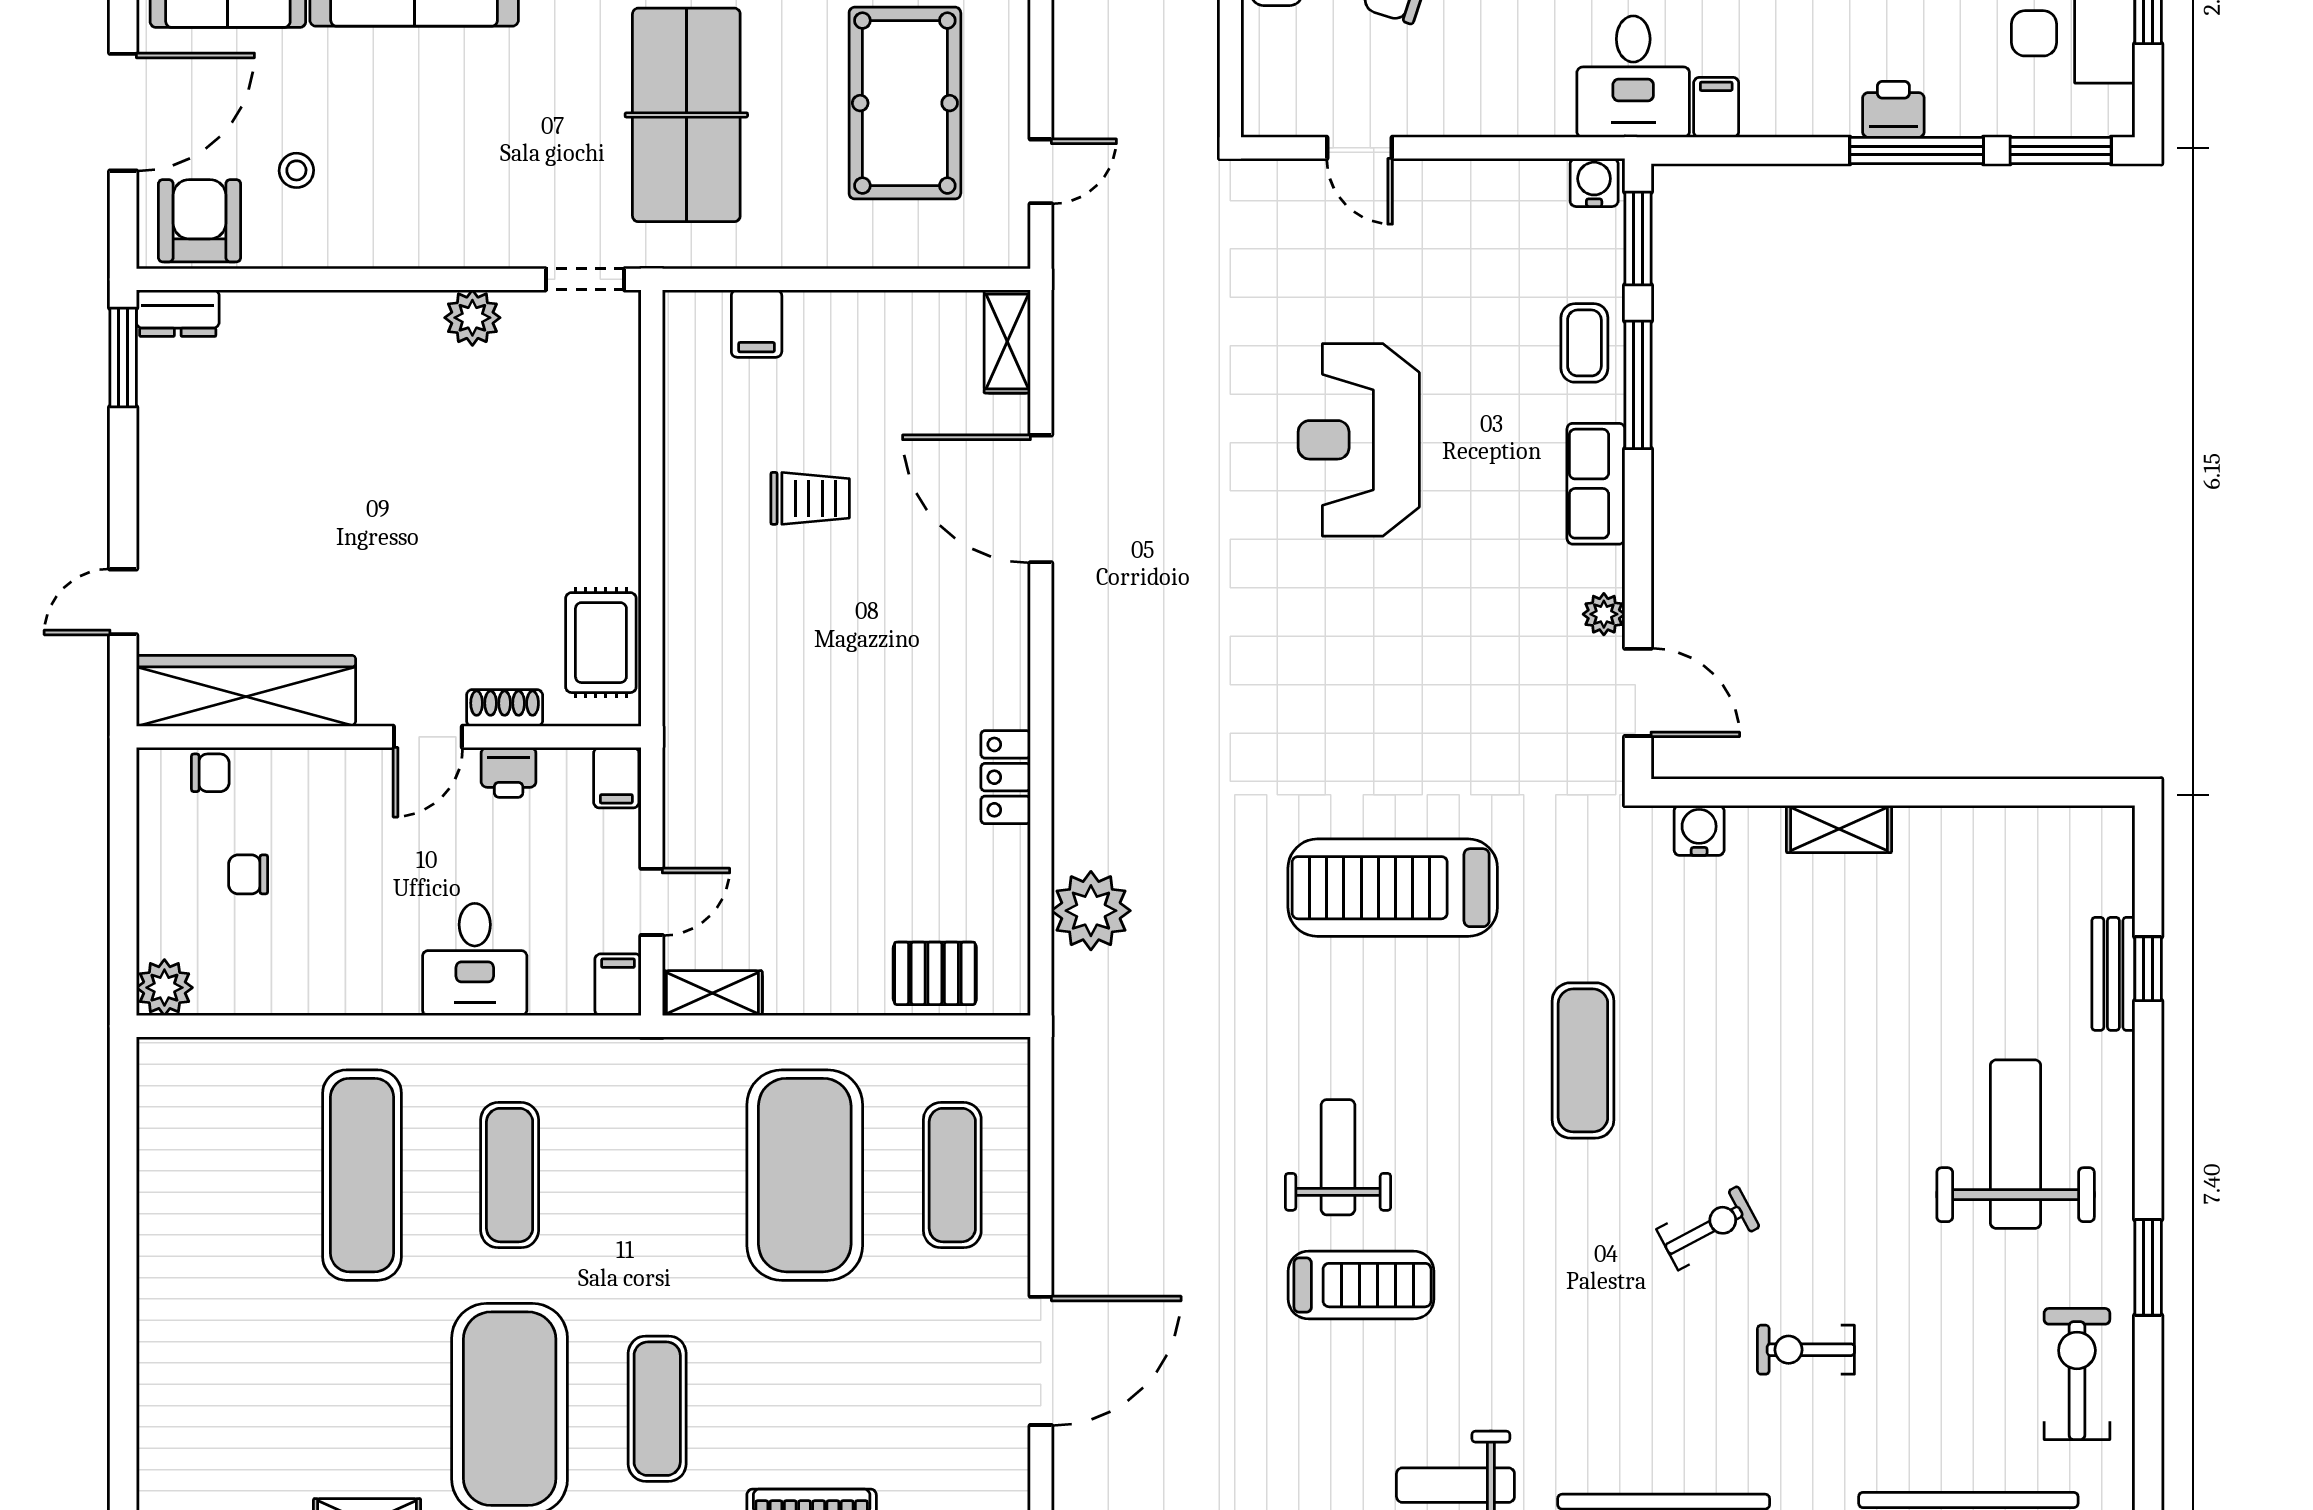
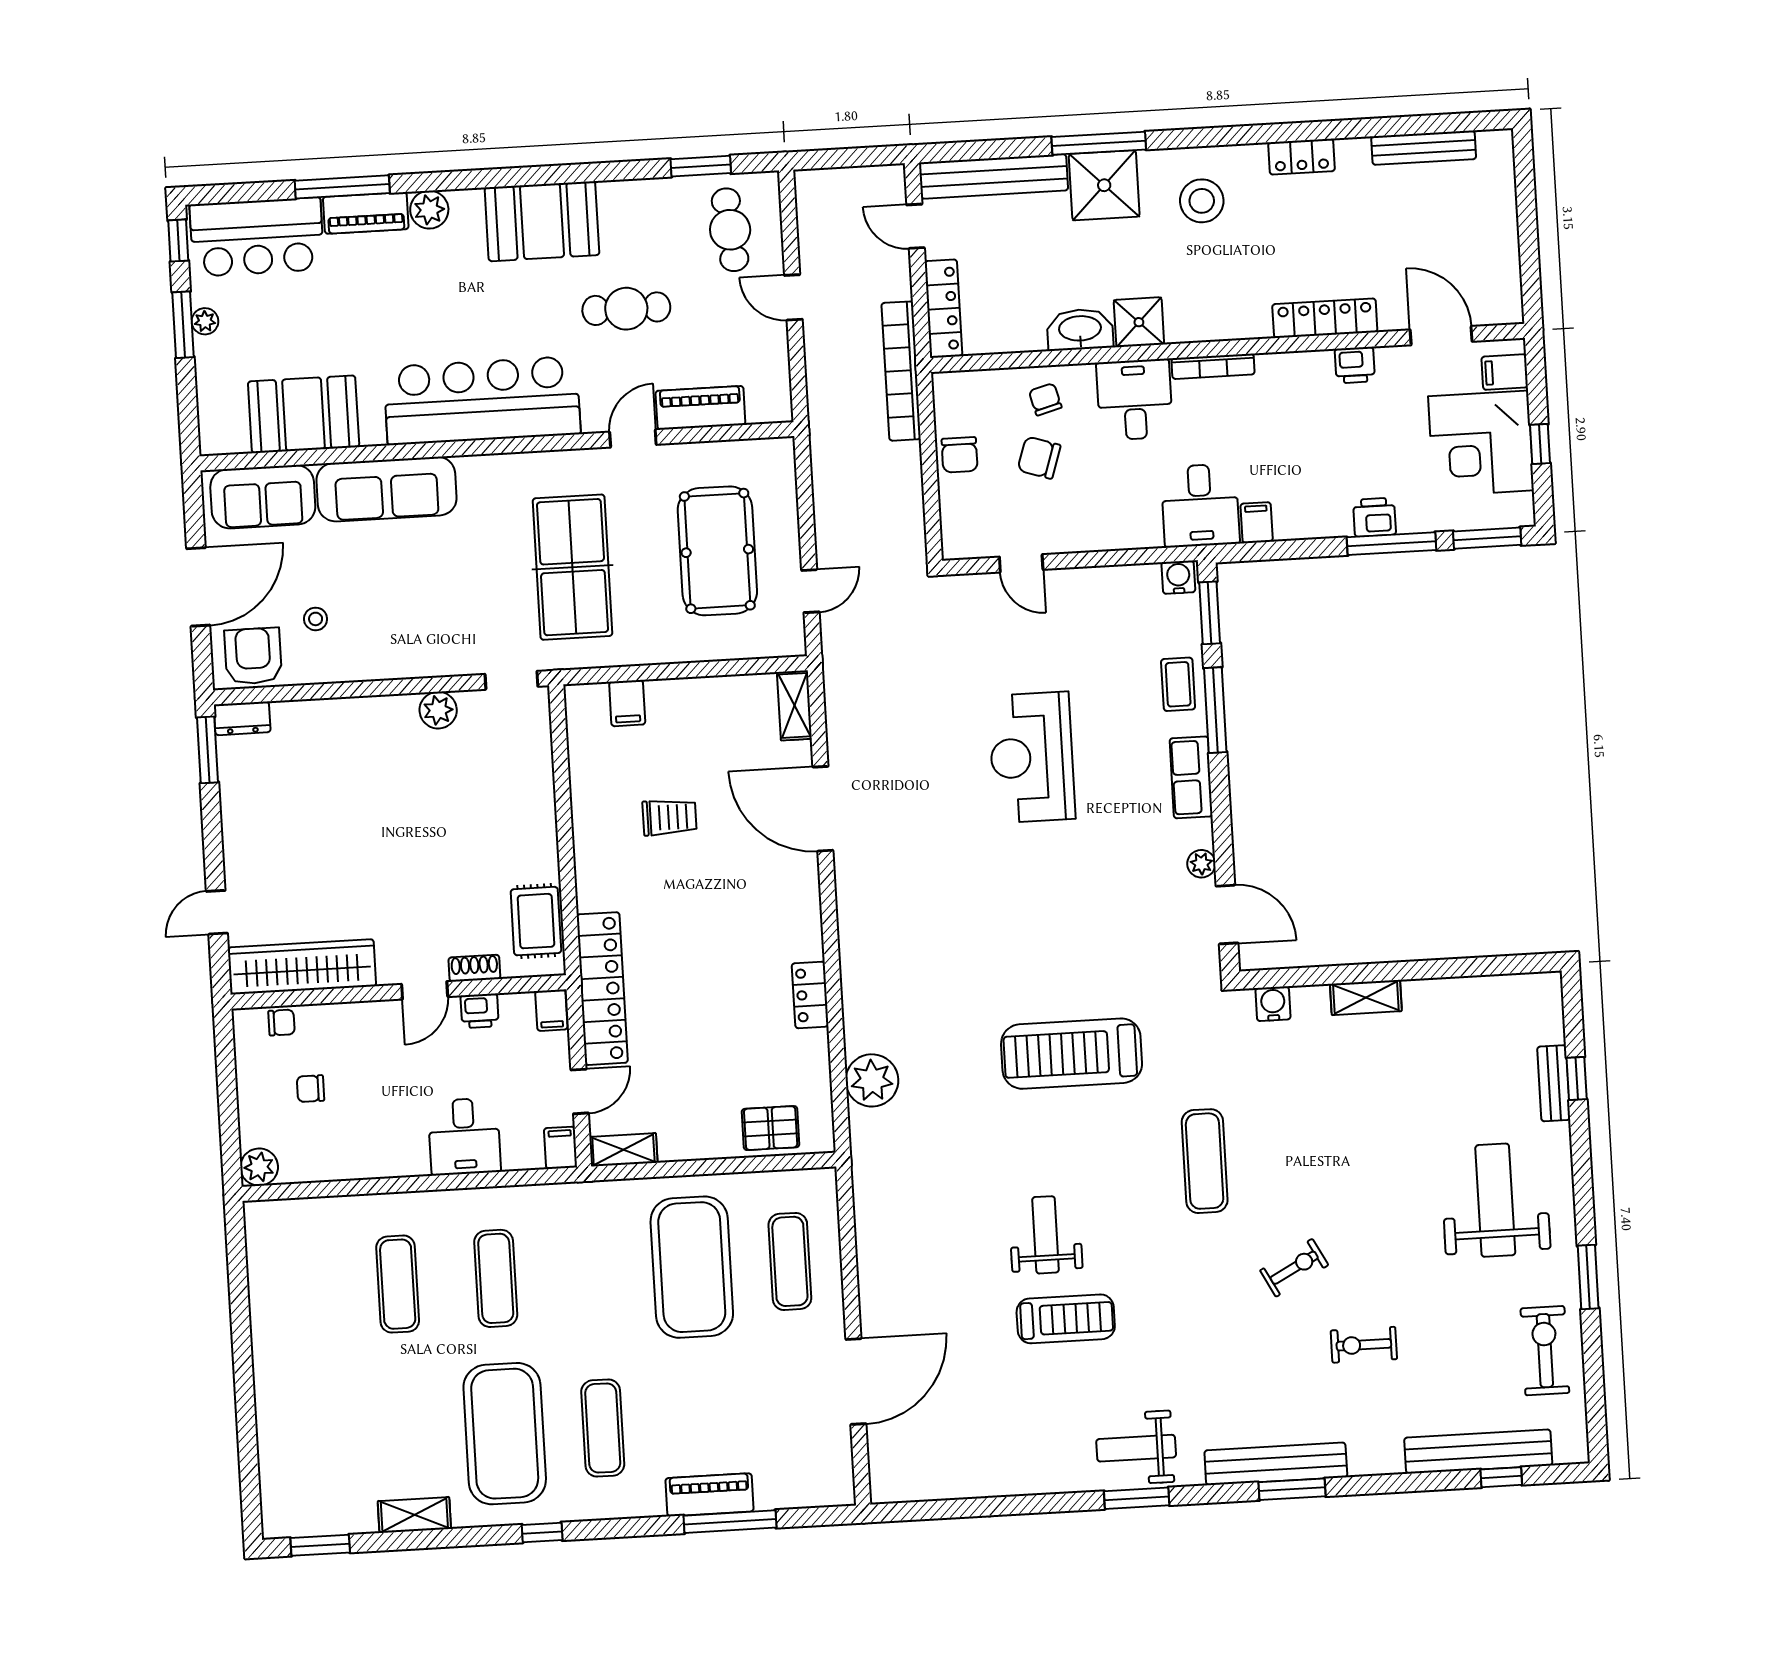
locker: (694, 750) -> (602, 989), added
exercise mat: (362, 1175) -> (398, 1284), width x0.73, depth x0.69

